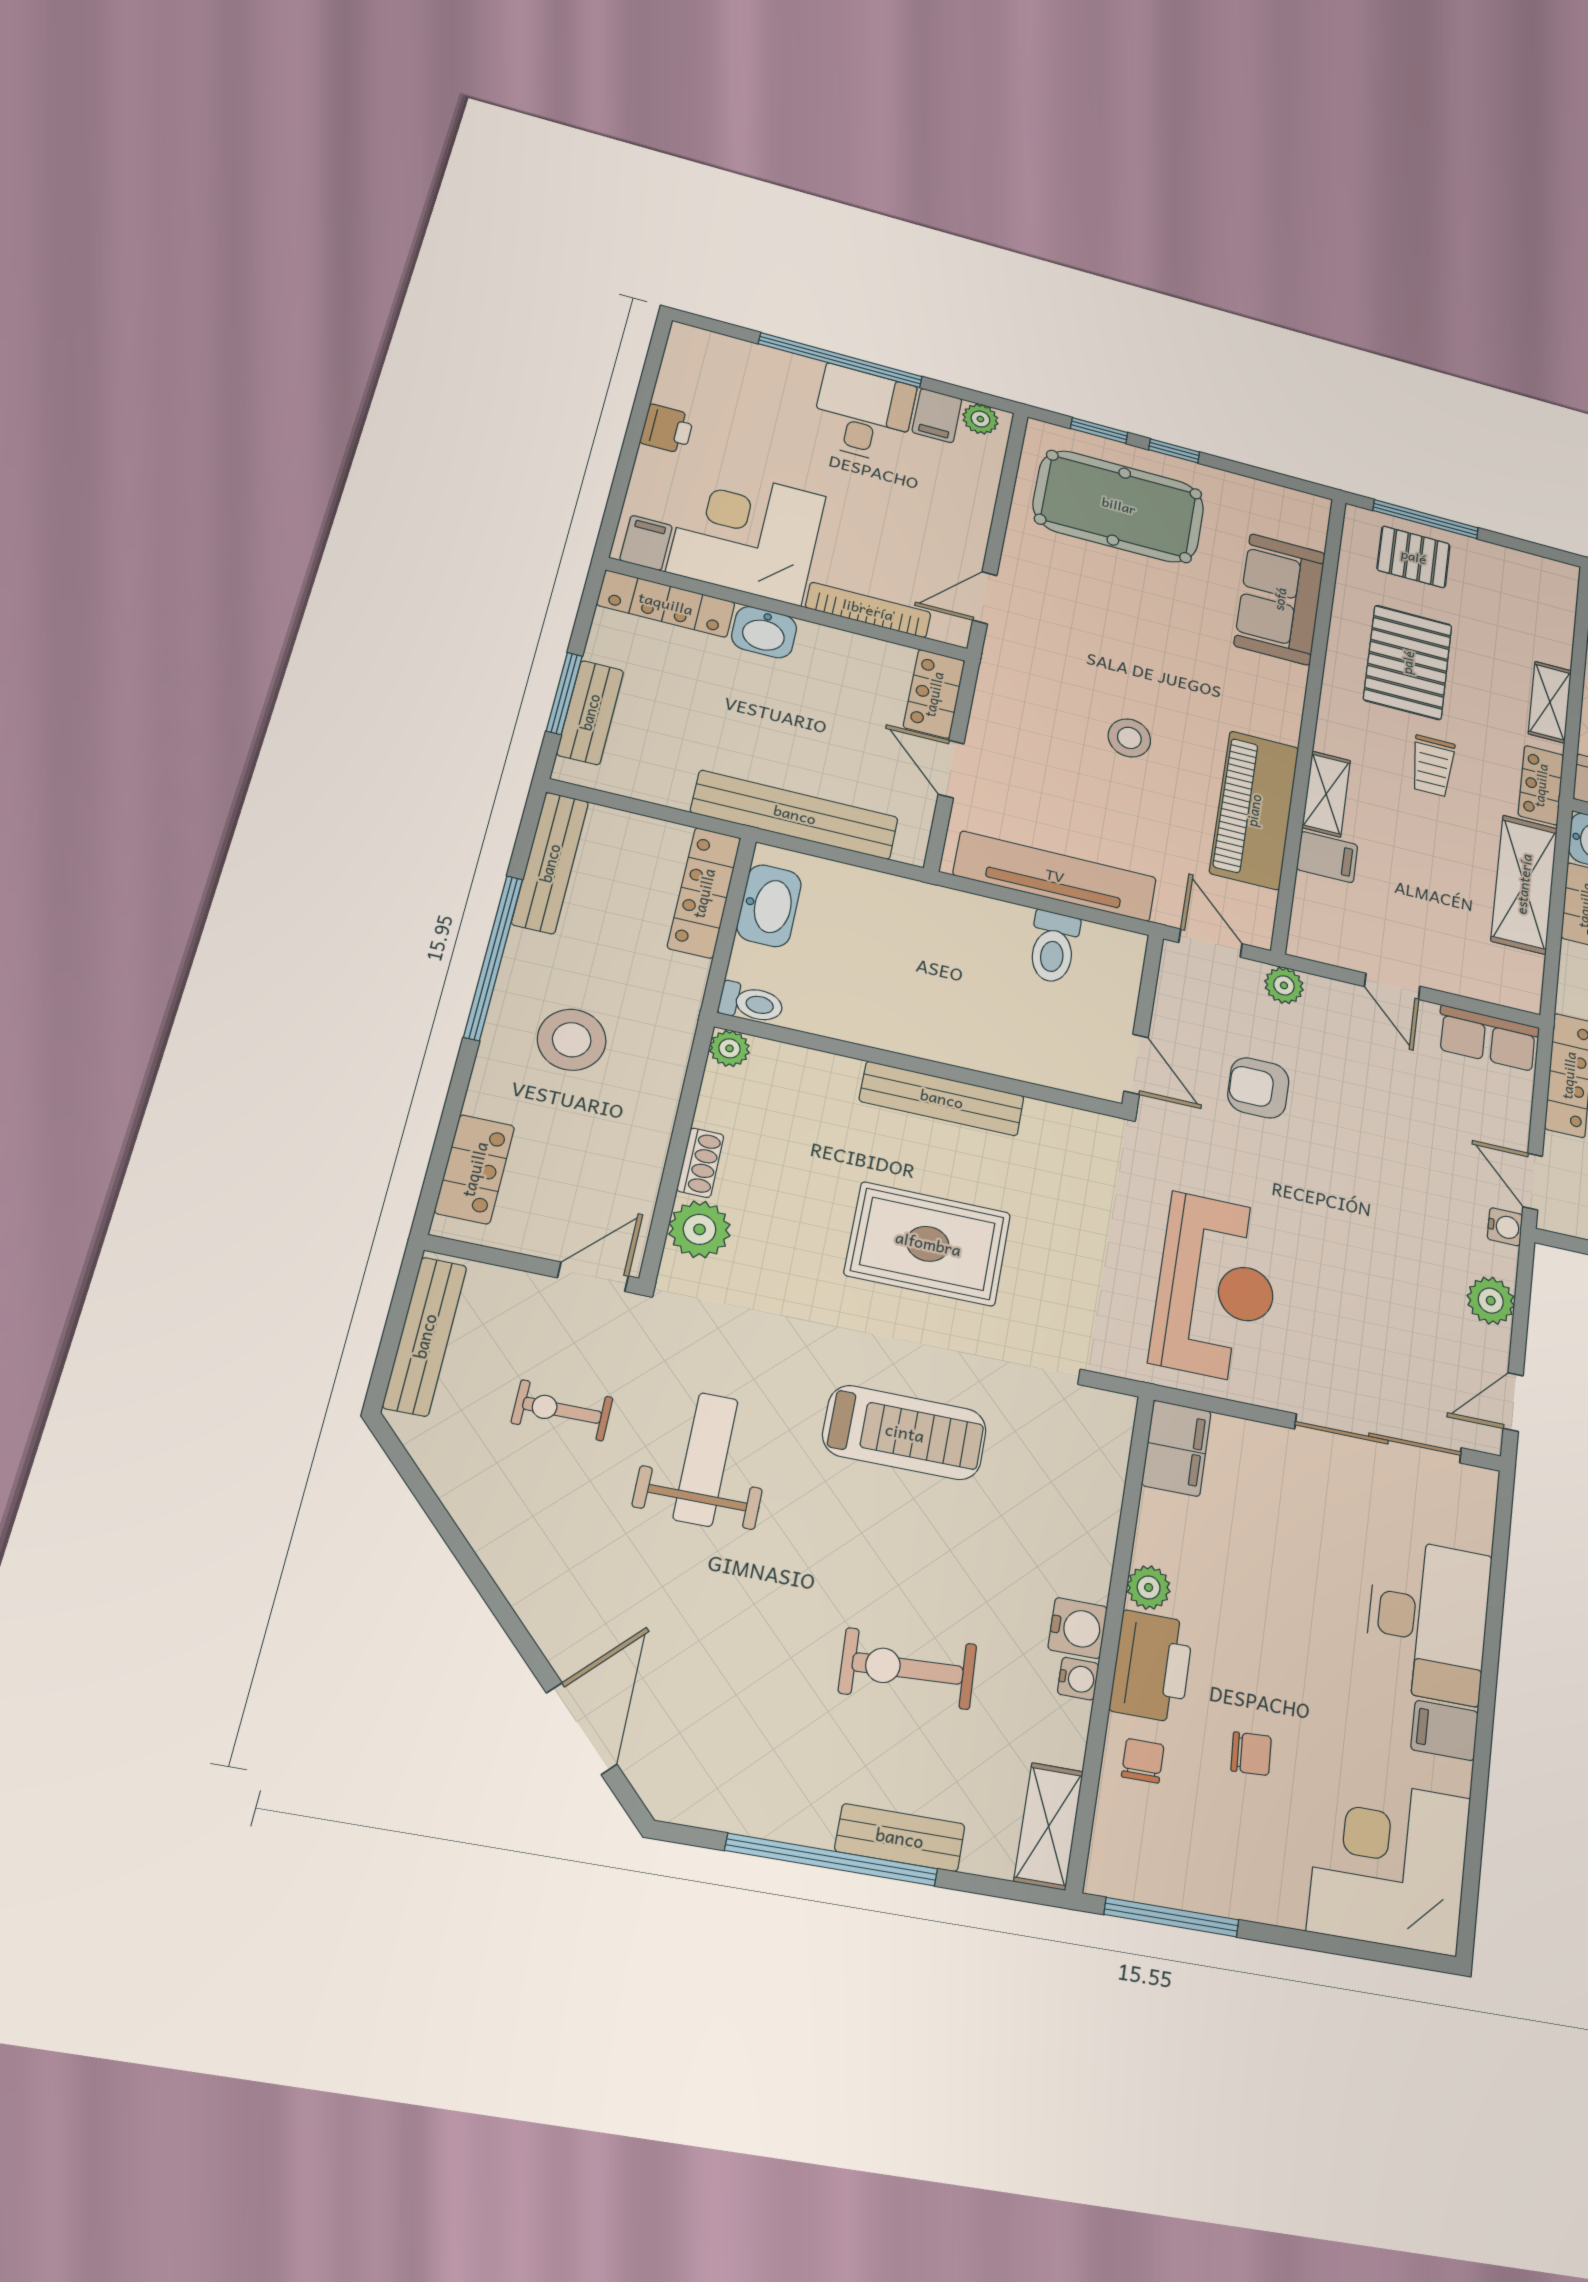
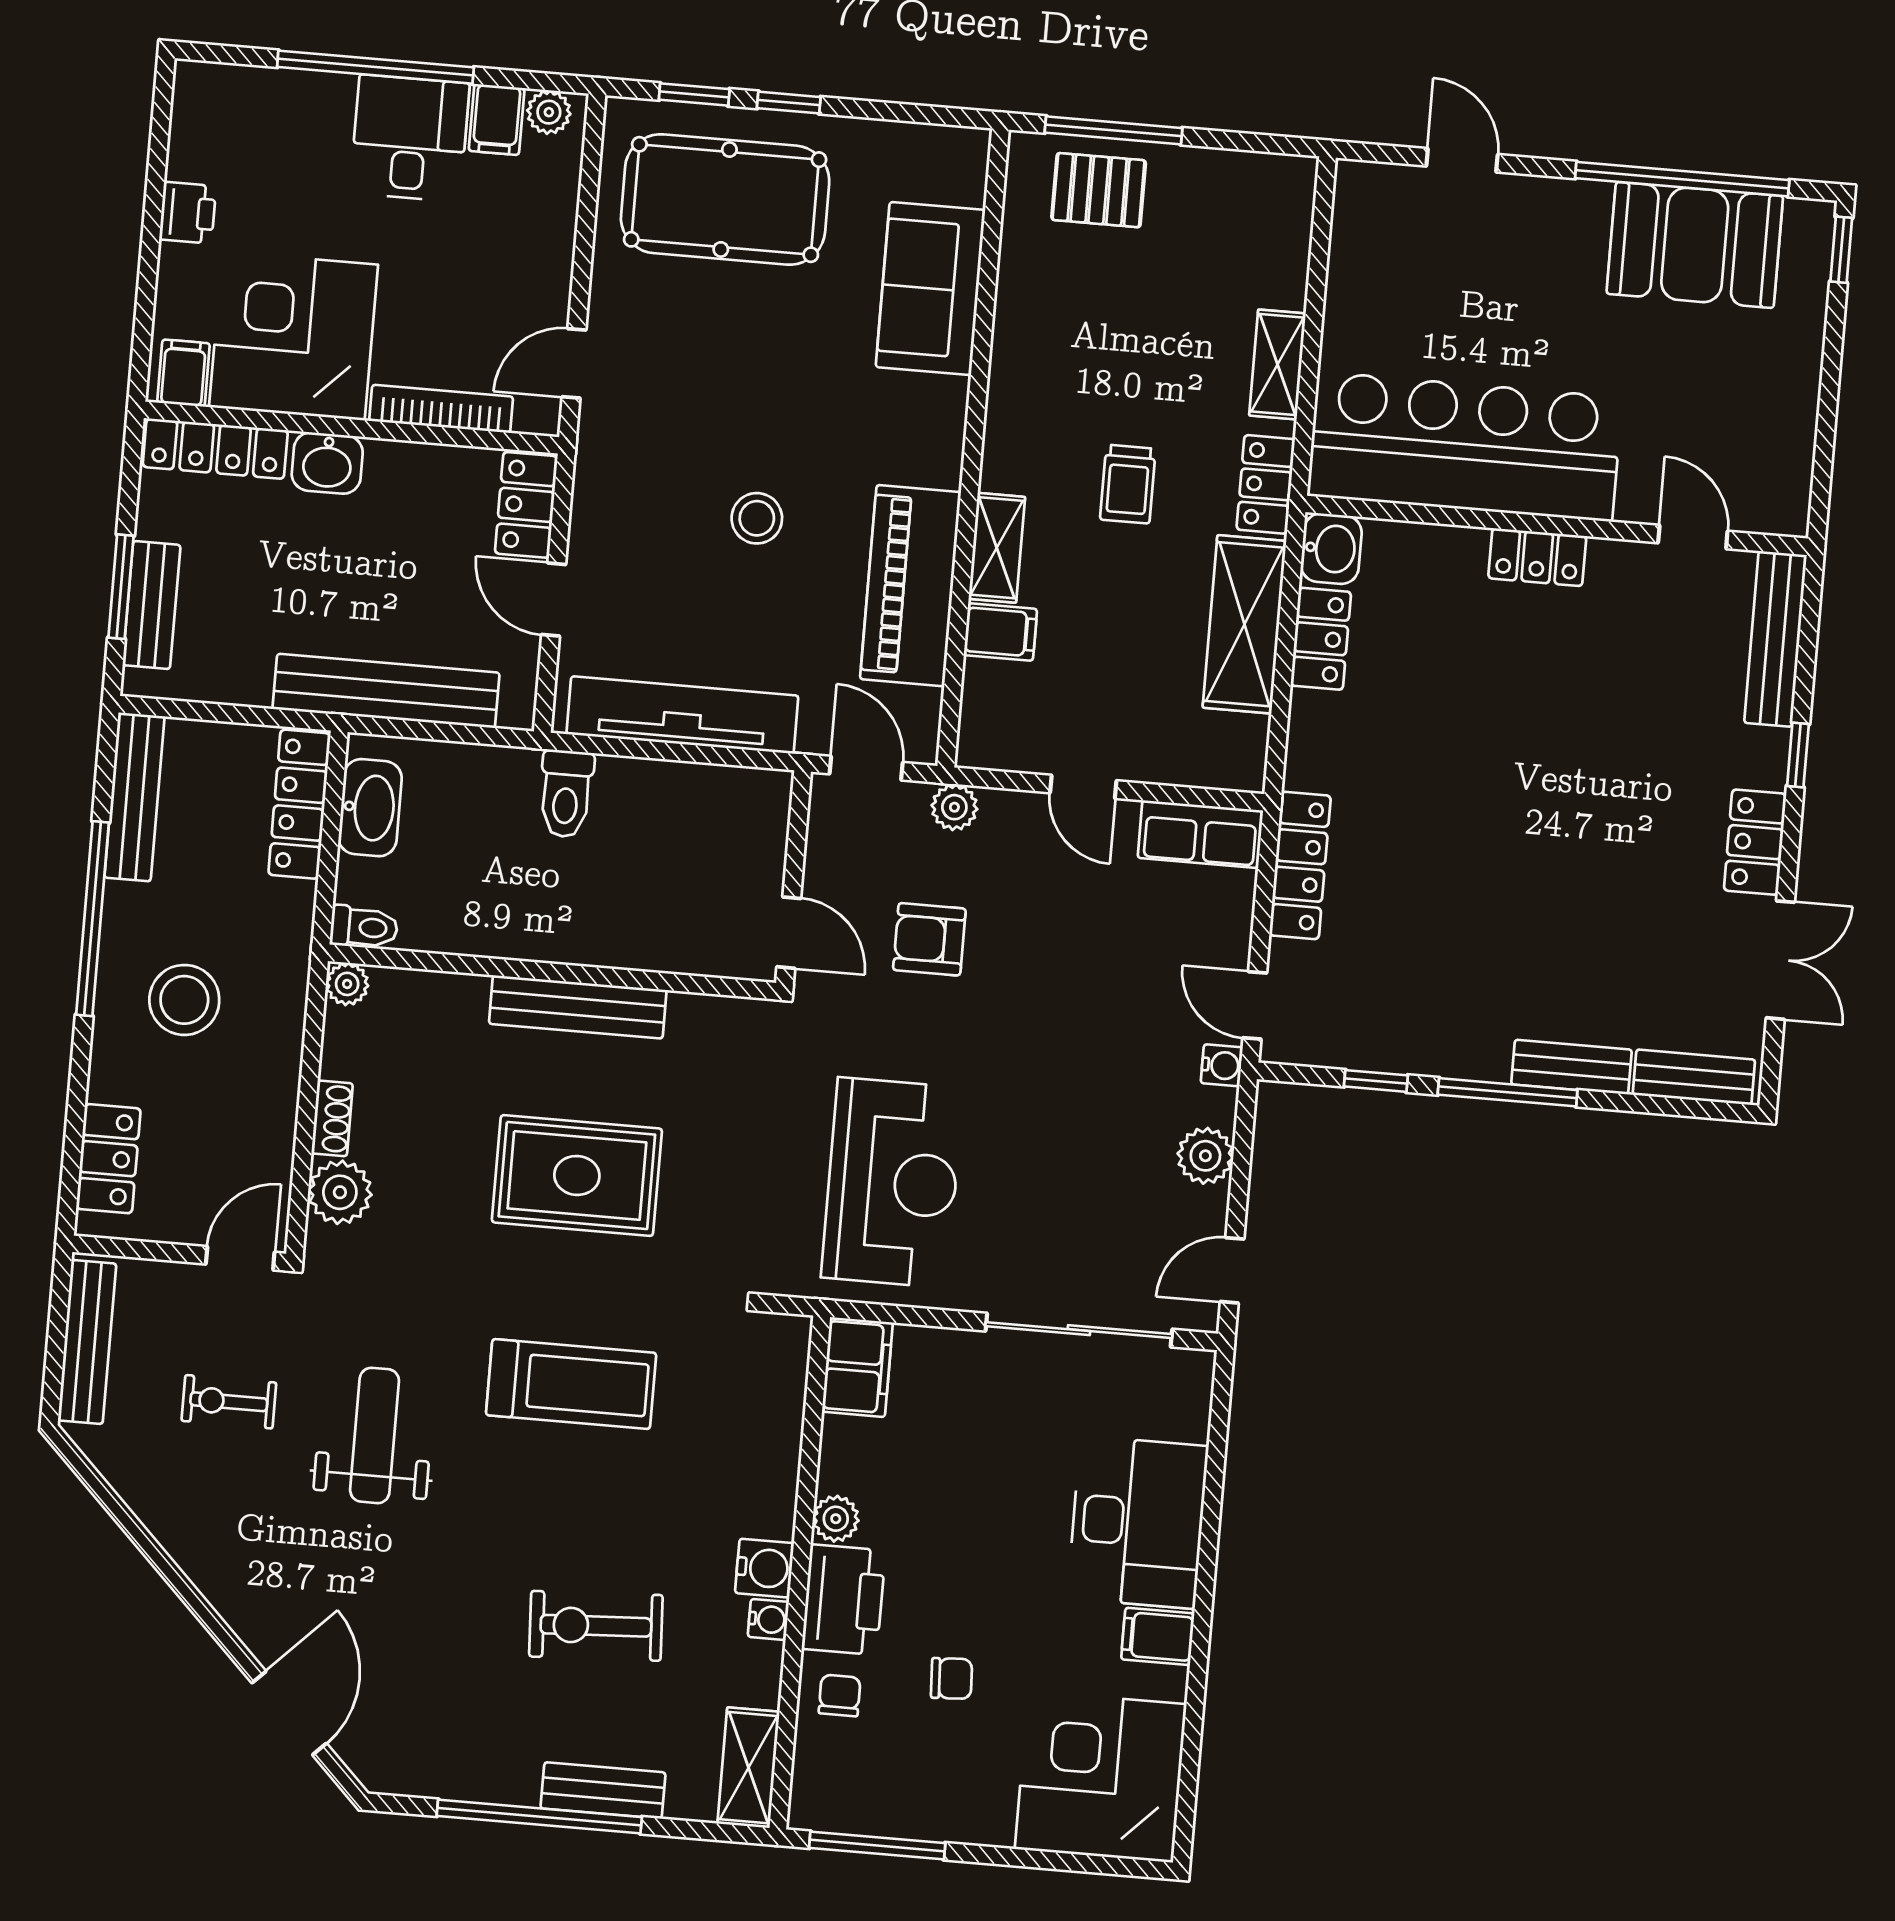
pallet: (1408, 662) -> (1094, 345), removed
toilet: (1053, 947) -> (566, 794), moved

